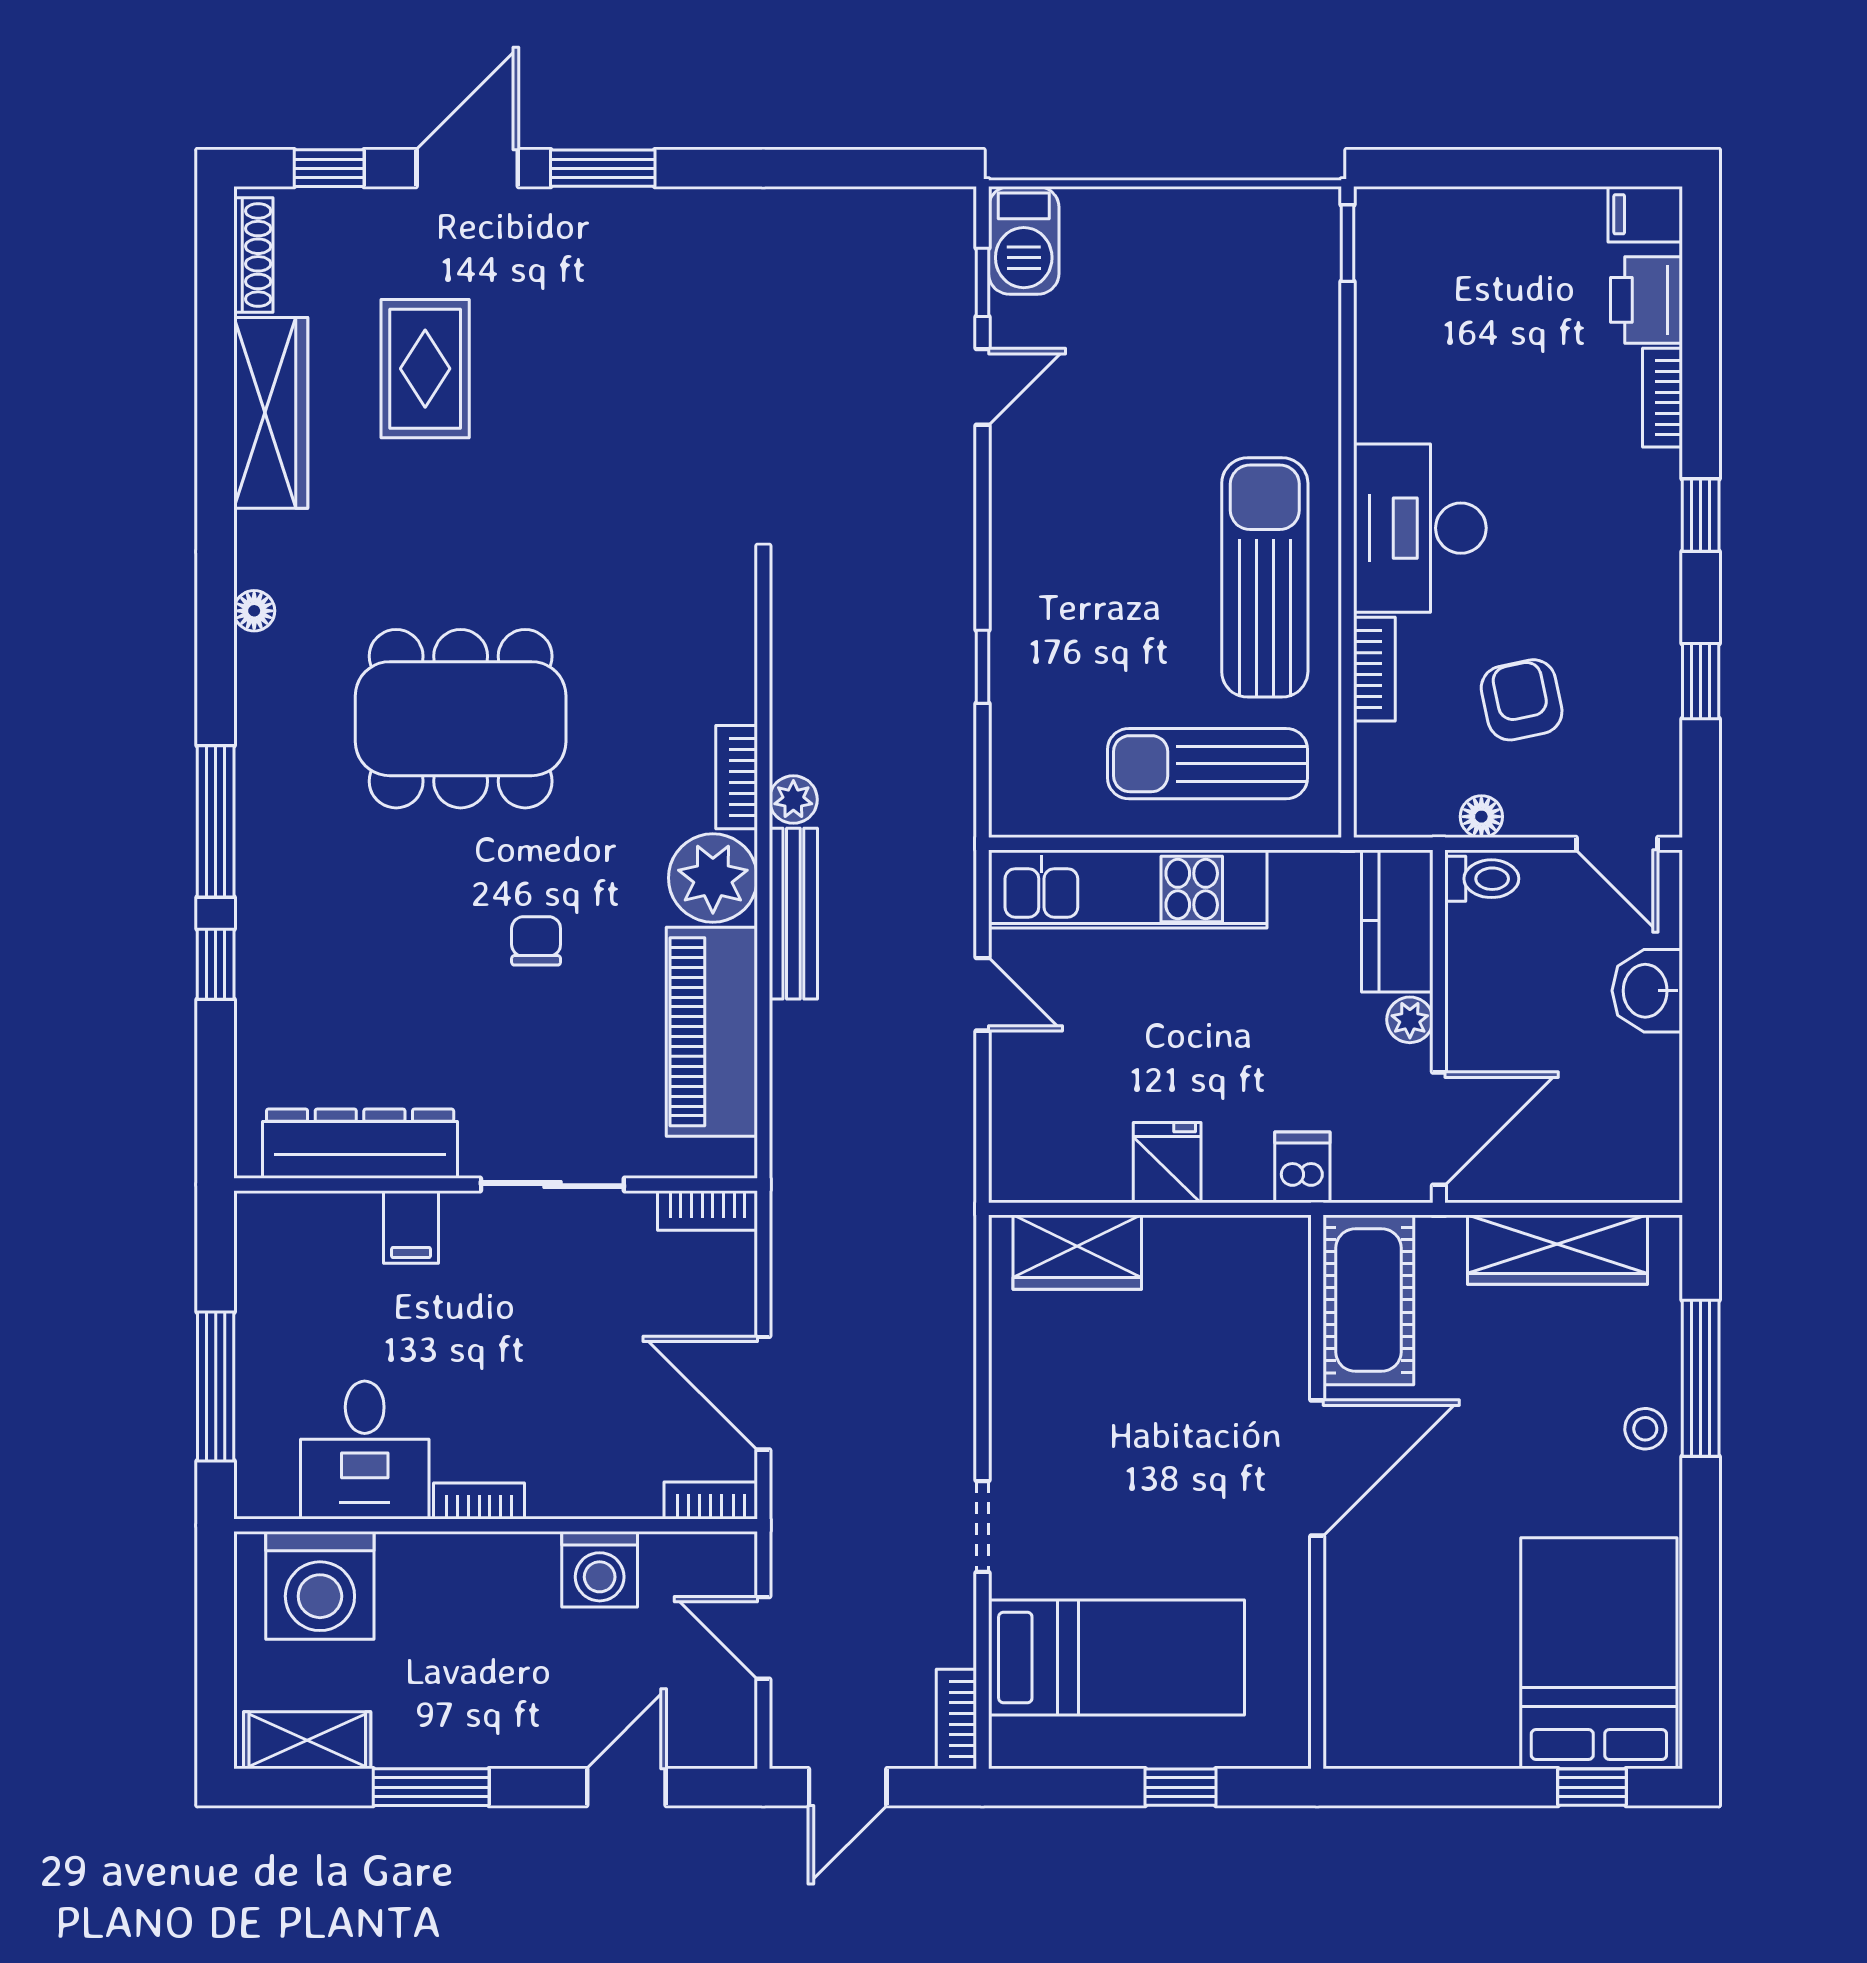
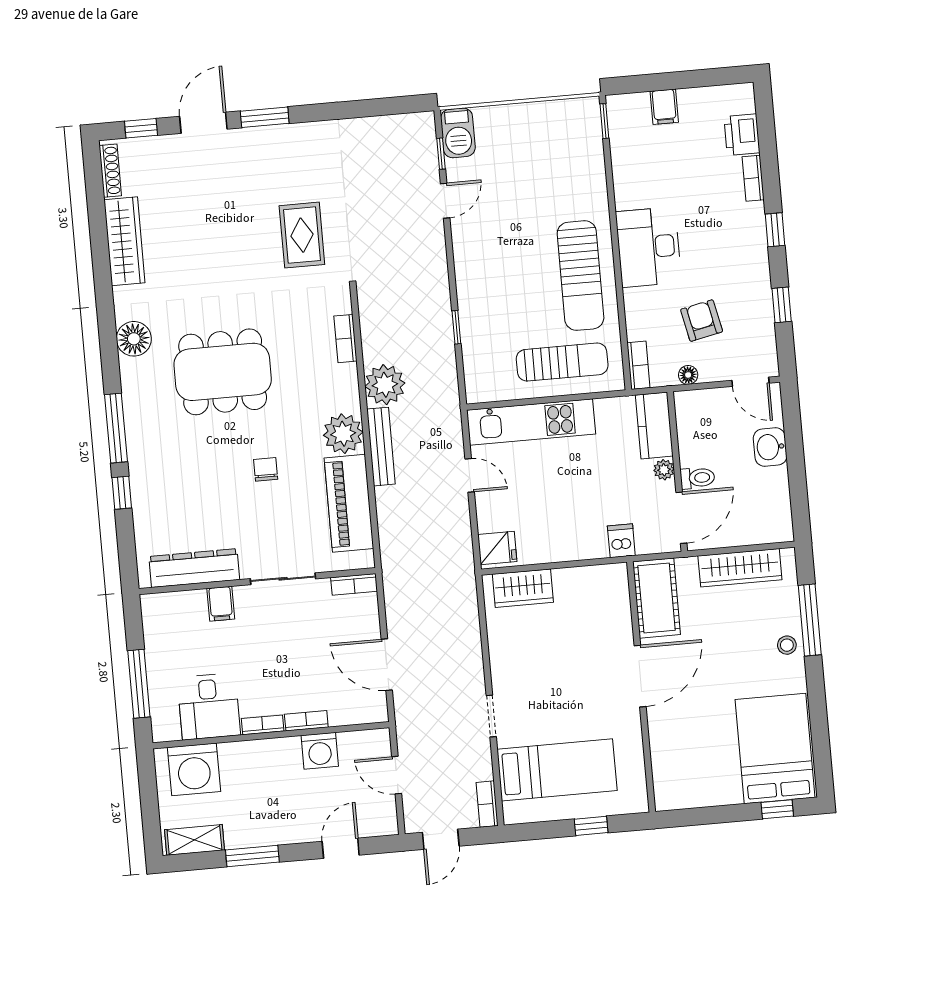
filing cabinet: (1645, 214) -> (664, 107), moved, turned -90
rug: (425, 369) -> (302, 235), moved
sun lounger: (1265, 577) -> (581, 276), turned 180
floor lamp: (254, 611) -> (134, 339), width x1.89, depth x1.89
bookcase: (1374, 669) -> (638, 365), moved
sun lounger: (1207, 764) -> (562, 362), turned 180
bookcase: (737, 777) -> (345, 339), moved
plant: (793, 800) -> (385, 385), width x1.87, depth x1.87
toilet: (1482, 879) -> (697, 478), moved
fridge: (1167, 1163) -> (497, 548), moved, turned 90
bookcase: (711, 1501) -> (306, 721), moved

